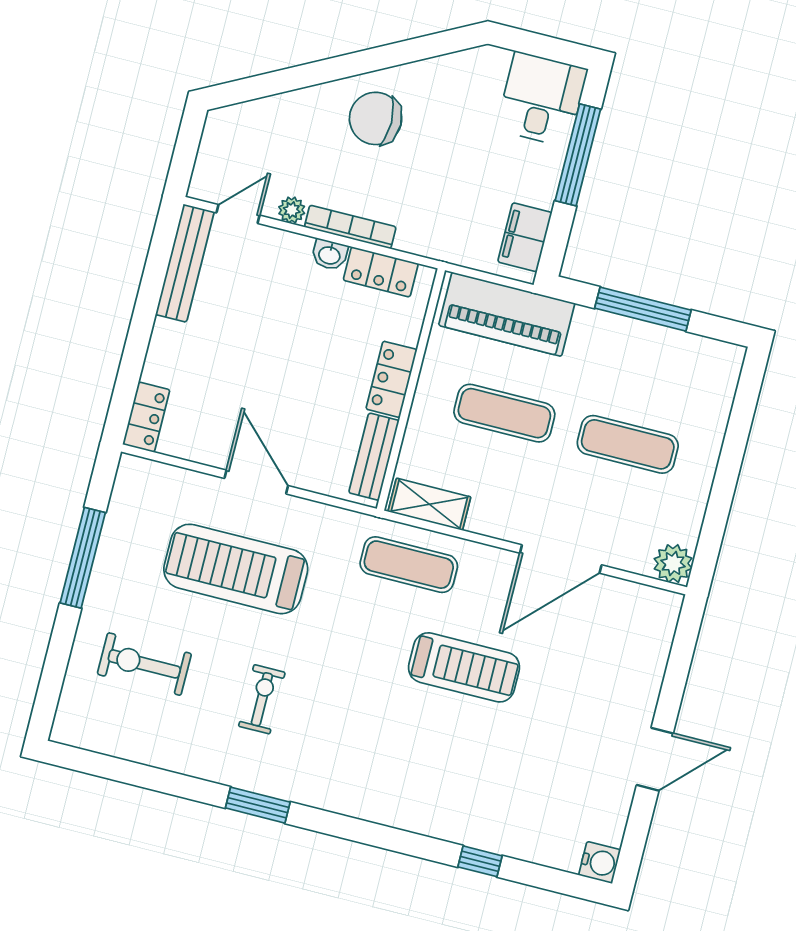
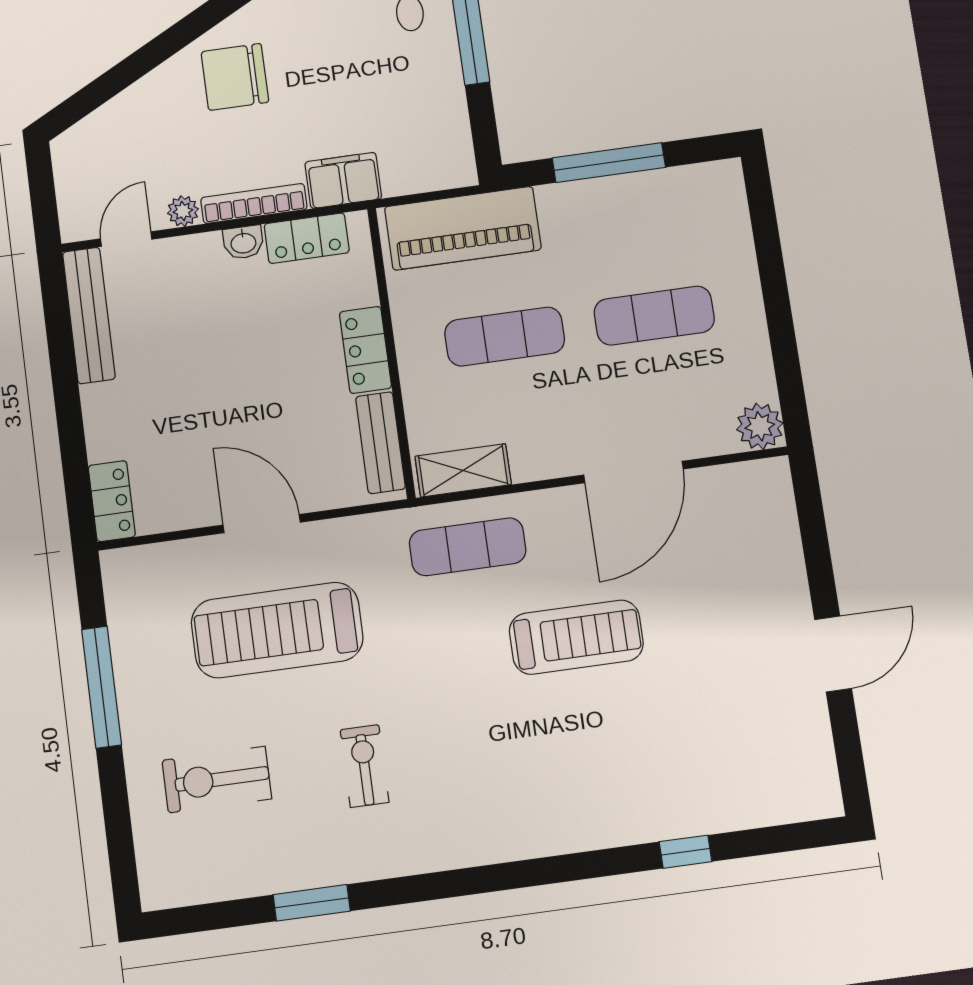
filing cabinet: (525, 237) -> (343, 180), moved, turned 90
window: (258, 805) -> (312, 903), moved
water cooler: (600, 862) -> (821, 798), removed

